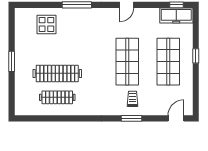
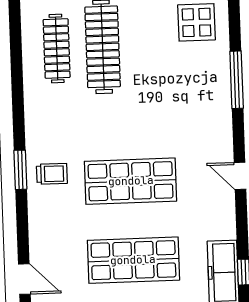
trolley: (132, 99) -> (52, 174), moved
window: (131, 118) -> (20, 170), moved

